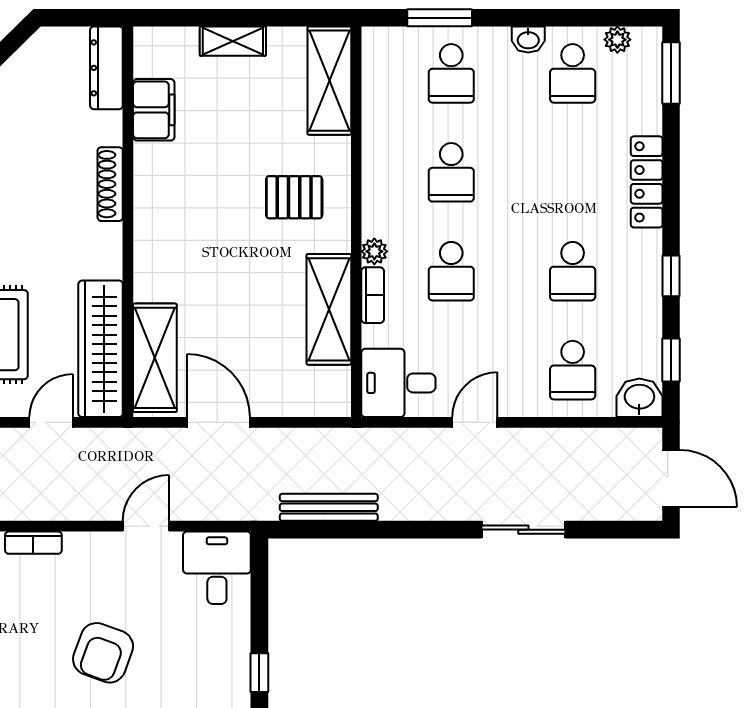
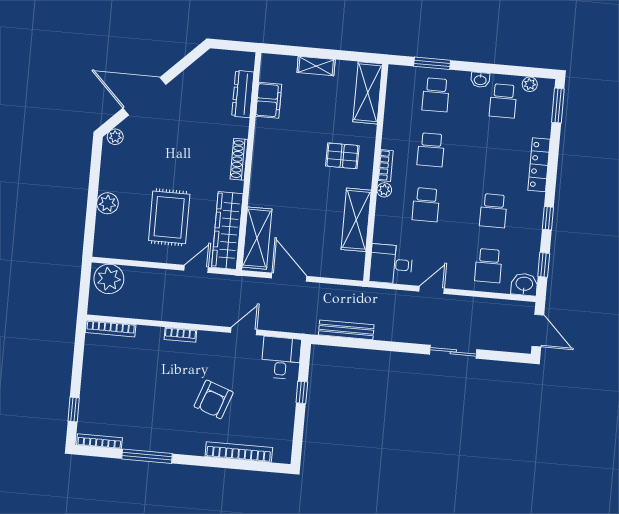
dresser: (106, 68) -> (243, 94), moved
shoe rack: (110, 184) -> (239, 159), moved
bookcase: (373, 295) -> (385, 166), moved
window: (259, 673) -> (302, 392), moved

